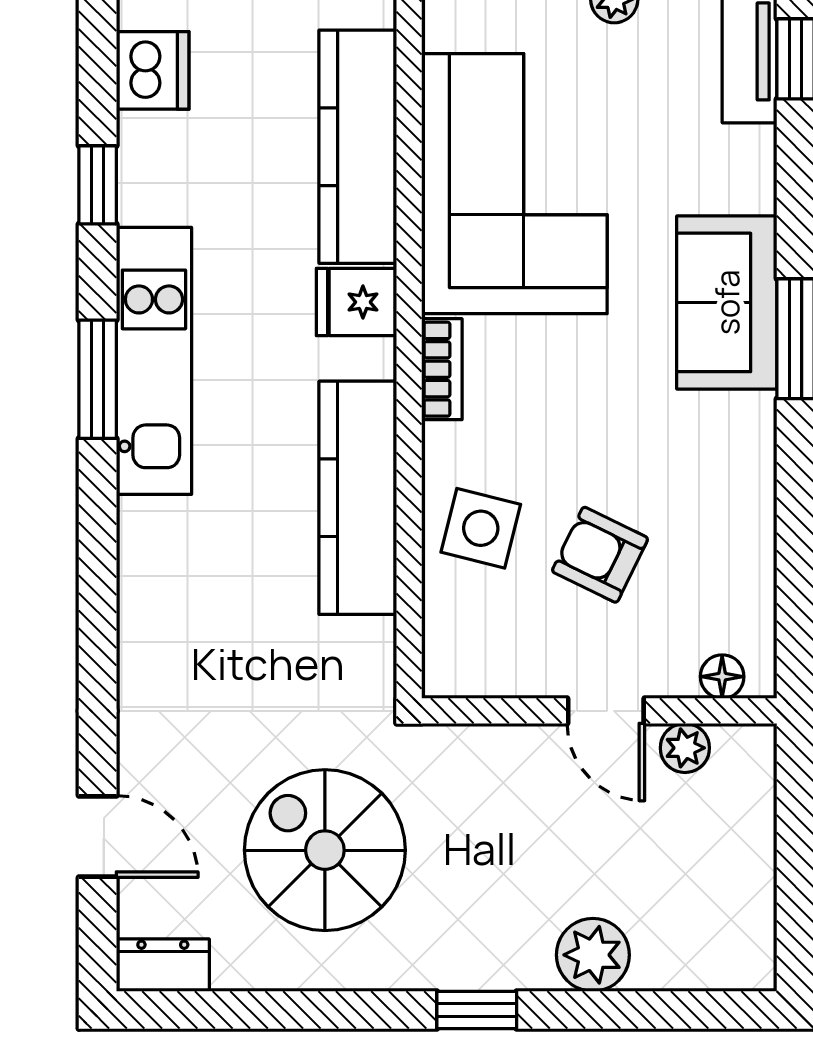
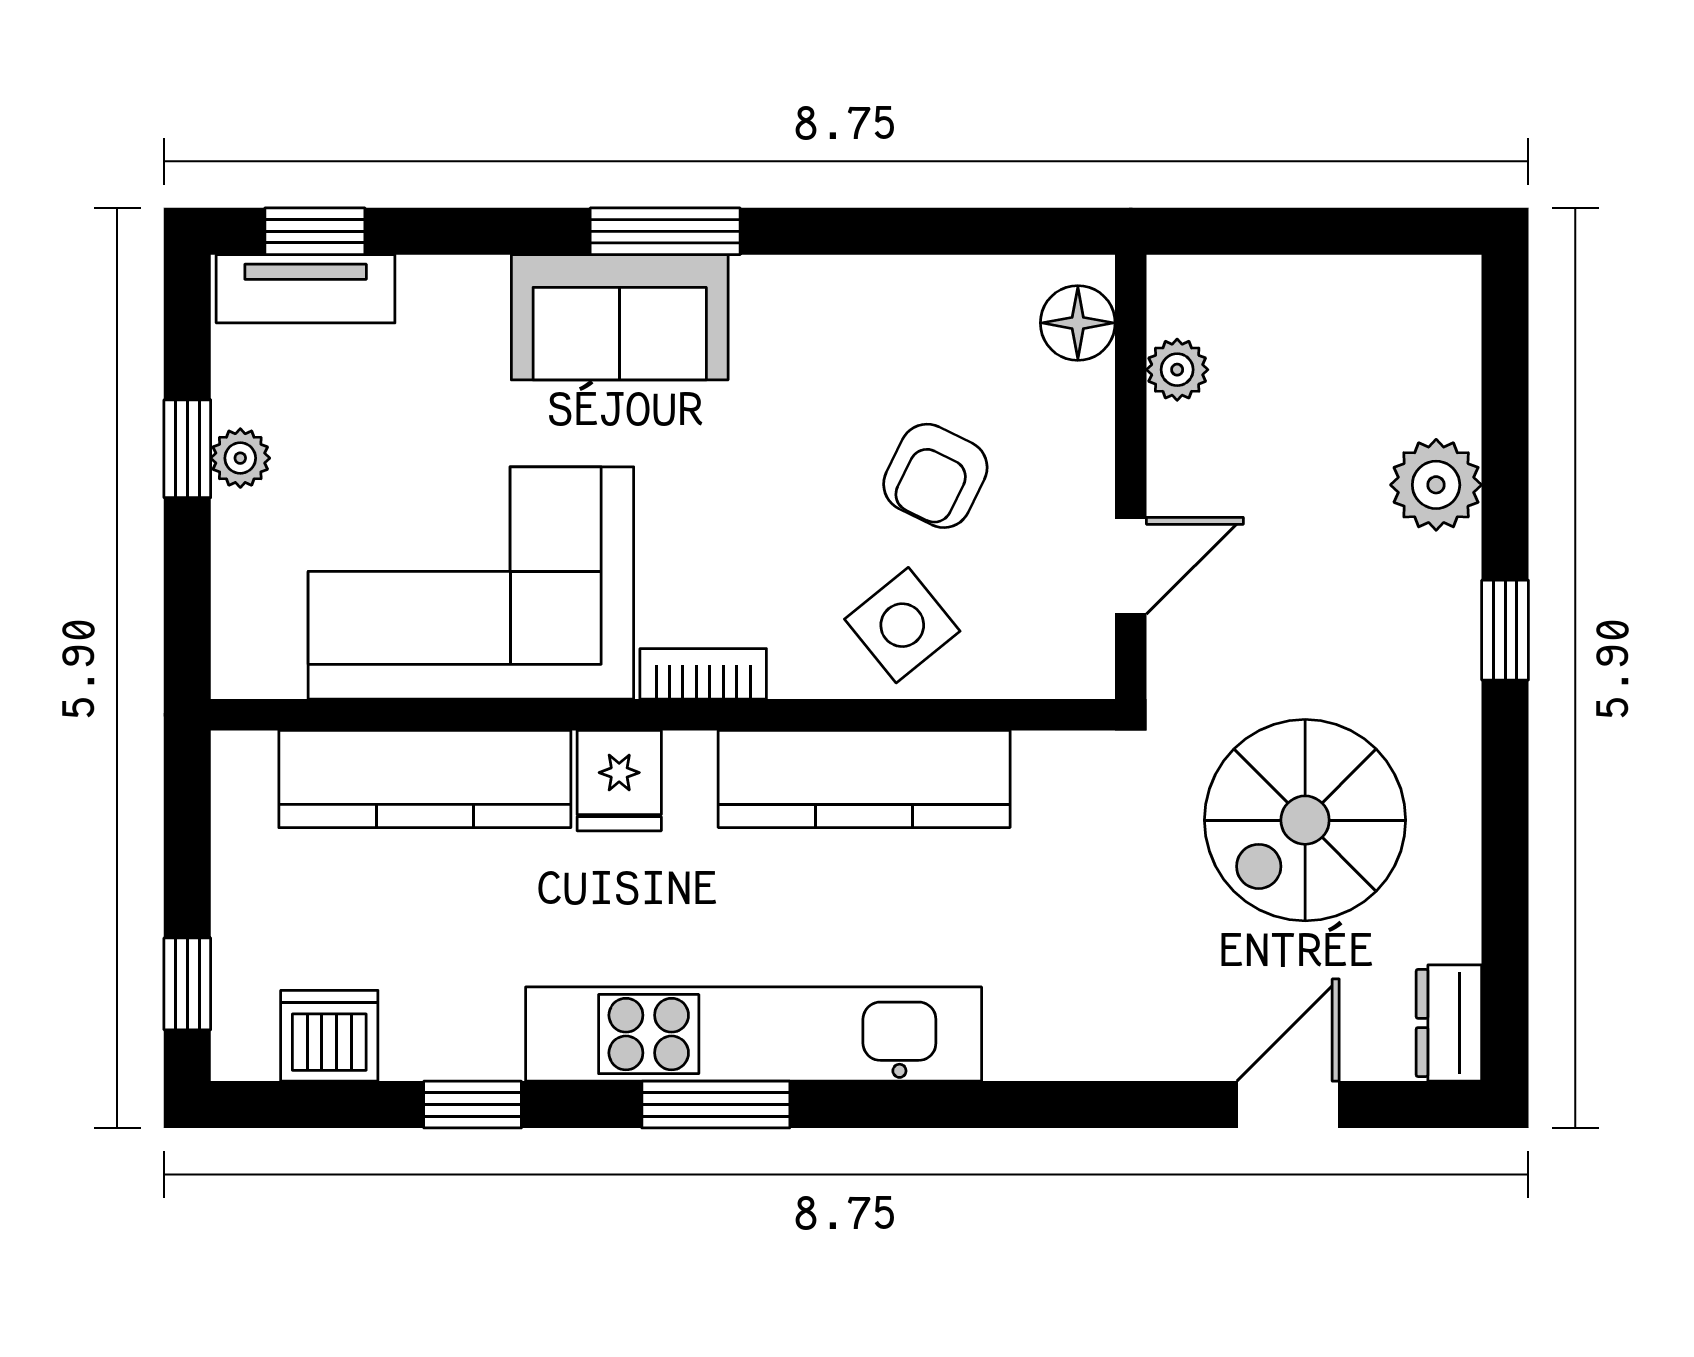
kitchen unit: (154, 361) -> (754, 1034), width x1.36
side table: (481, 528) -> (902, 625), turned 37
floor lamp: (722, 677) -> (1078, 323), width x1.37, depth x1.37
door: (606, 711) -> (1131, 566), moved

